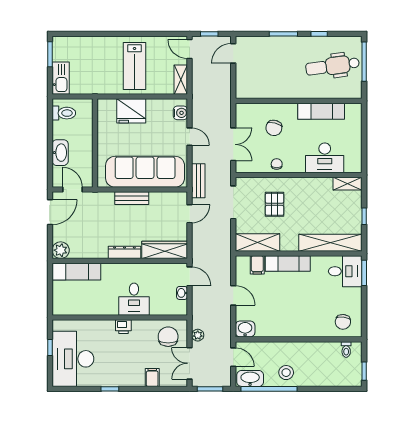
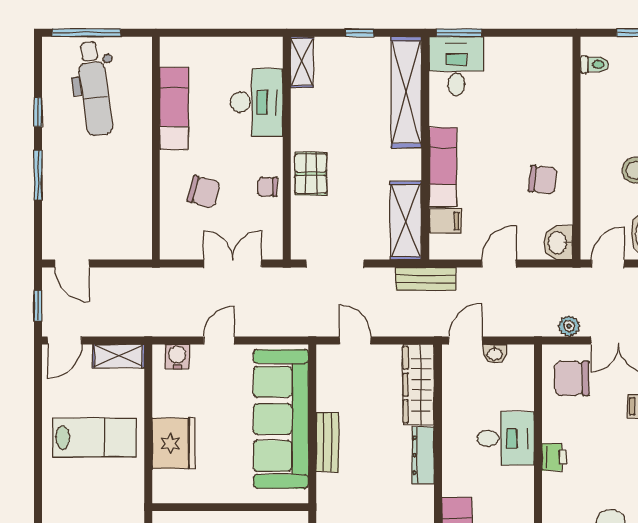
bench: (198, 181) -> (426, 279), moved
pallet: (275, 204) -> (311, 174), moved, turned 90
chair: (343, 322) -> (543, 180), moved

